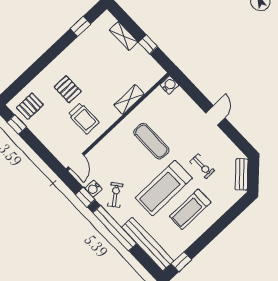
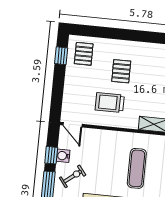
pallet: (30, 106) -> (84, 54), turned 90
trolley: (84, 118) -> (110, 103), turned 90
door: (76, 161) -> (73, 125), hinge flipped

